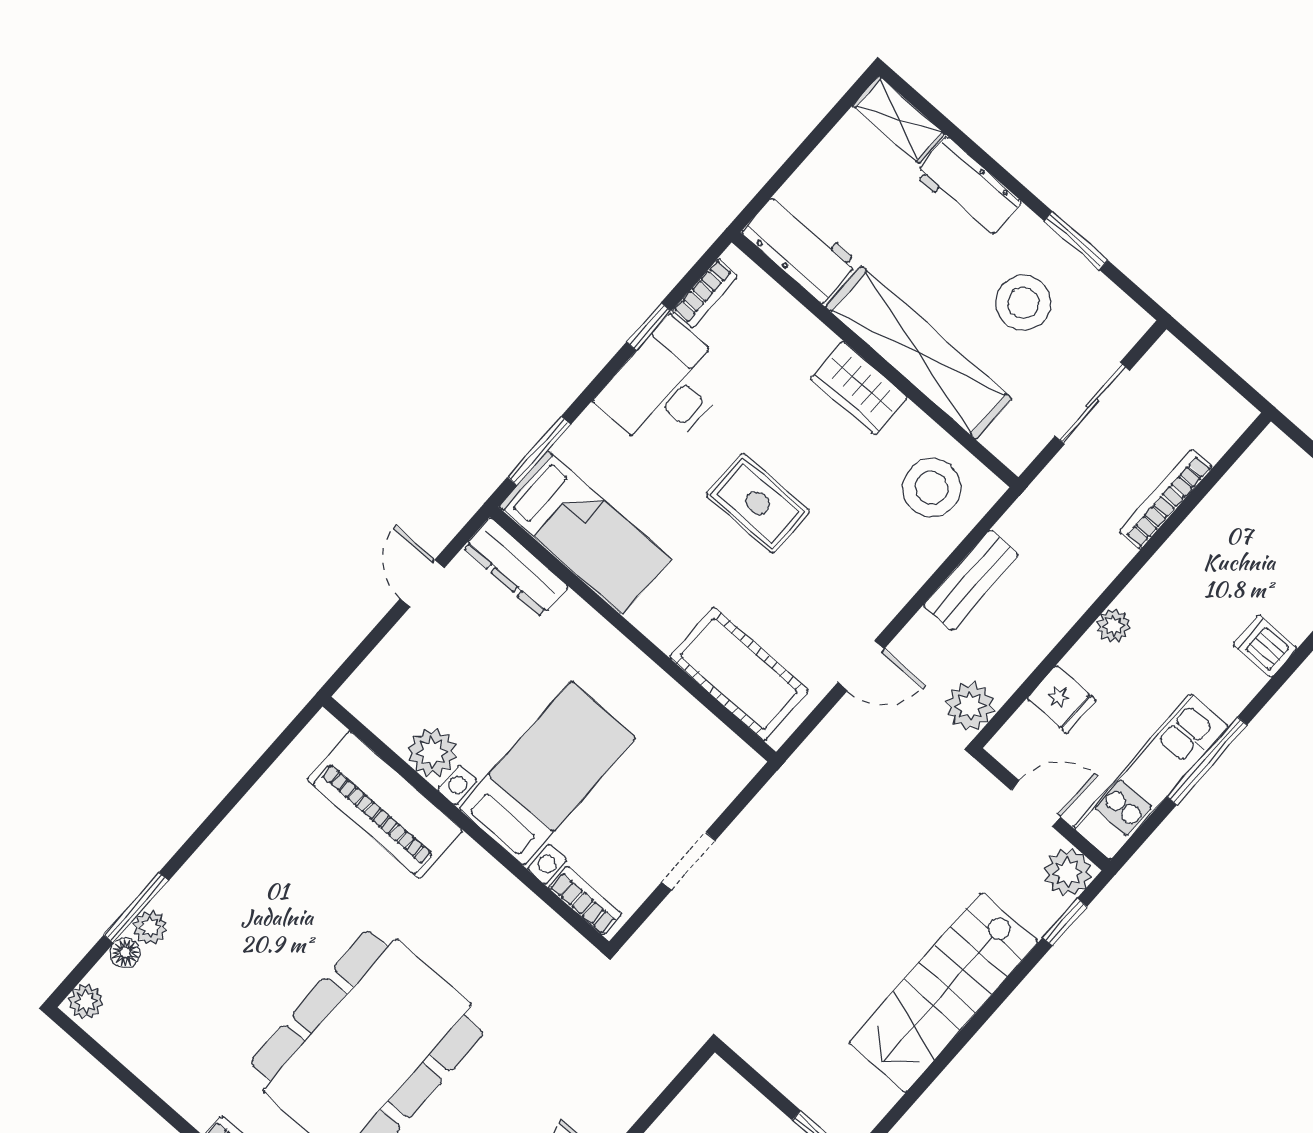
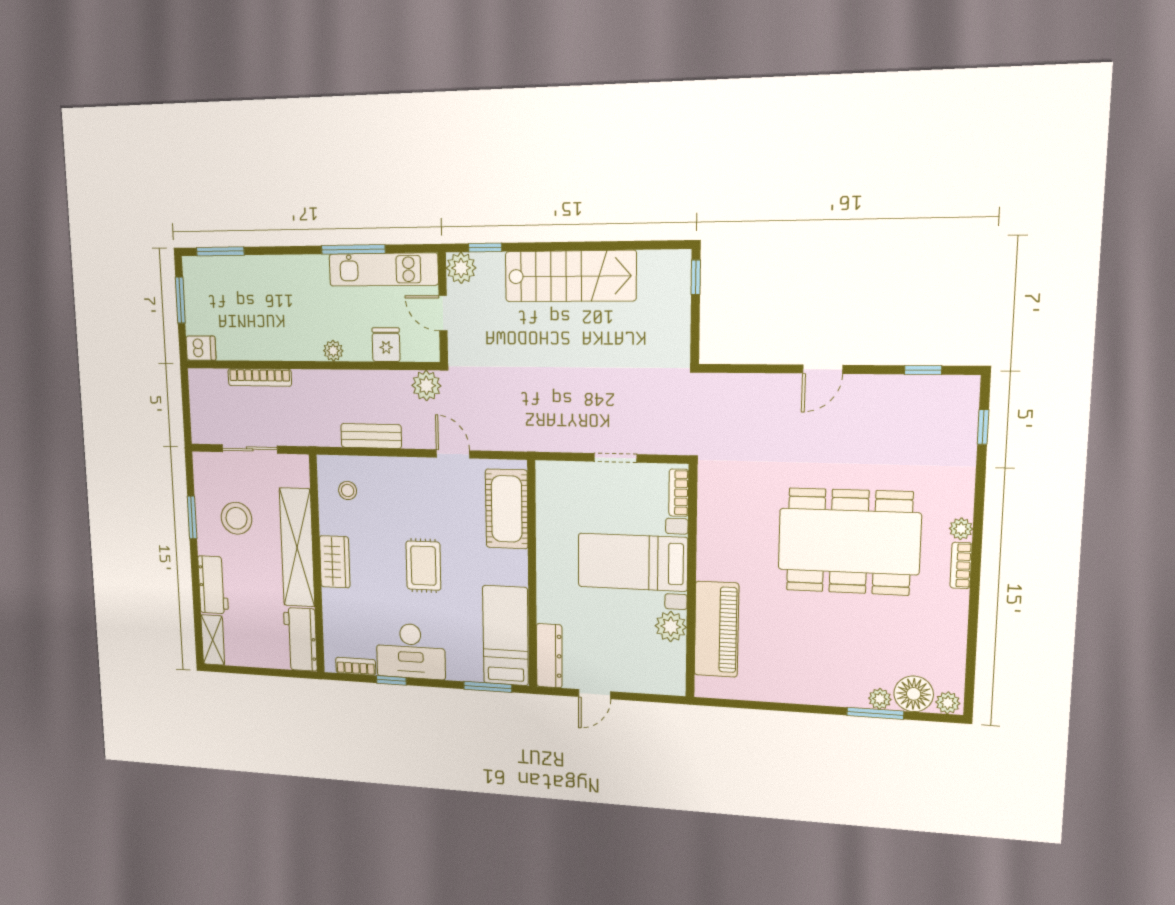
stool: (932, 488) -> (348, 490), width x0.53, depth x0.53
dishwasher: (1265, 646) -> (201, 348), moved, turned -90
floor lamp: (125, 953) -> (914, 694), width x1.89, depth x1.89

